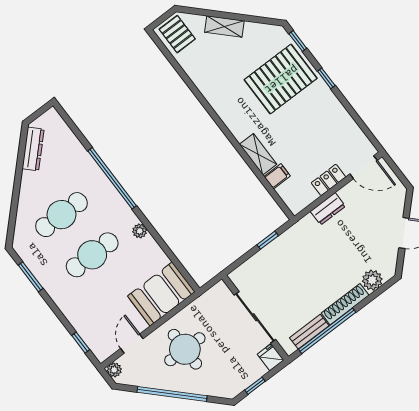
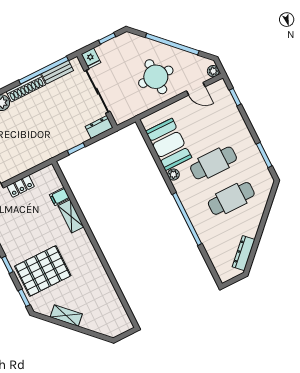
shelving: (224, 26) -> (66, 316), moved
pallet: (177, 34) -> (116, 321), removed
dresser: (328, 209) -> (99, 127), moved
booth: (161, 294) -> (169, 144), moved, turned 90
door: (132, 344) -> (196, 89), hinge flipped

